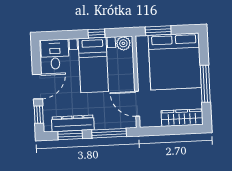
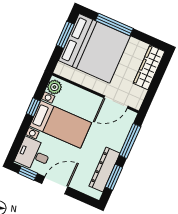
window: (158, 31) -> (65, 35), moved
window: (205, 84) -> (114, 24), moved
door: (37, 87) -> (55, 185), hinge flipped
window: (39, 115) -> (28, 173), moved

